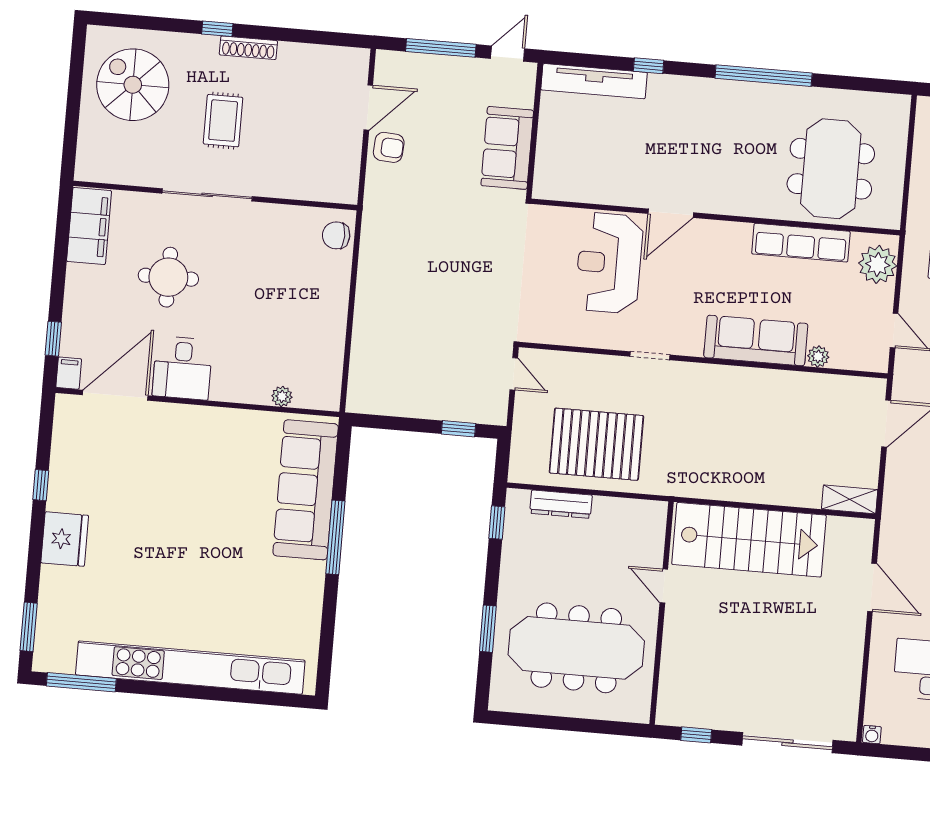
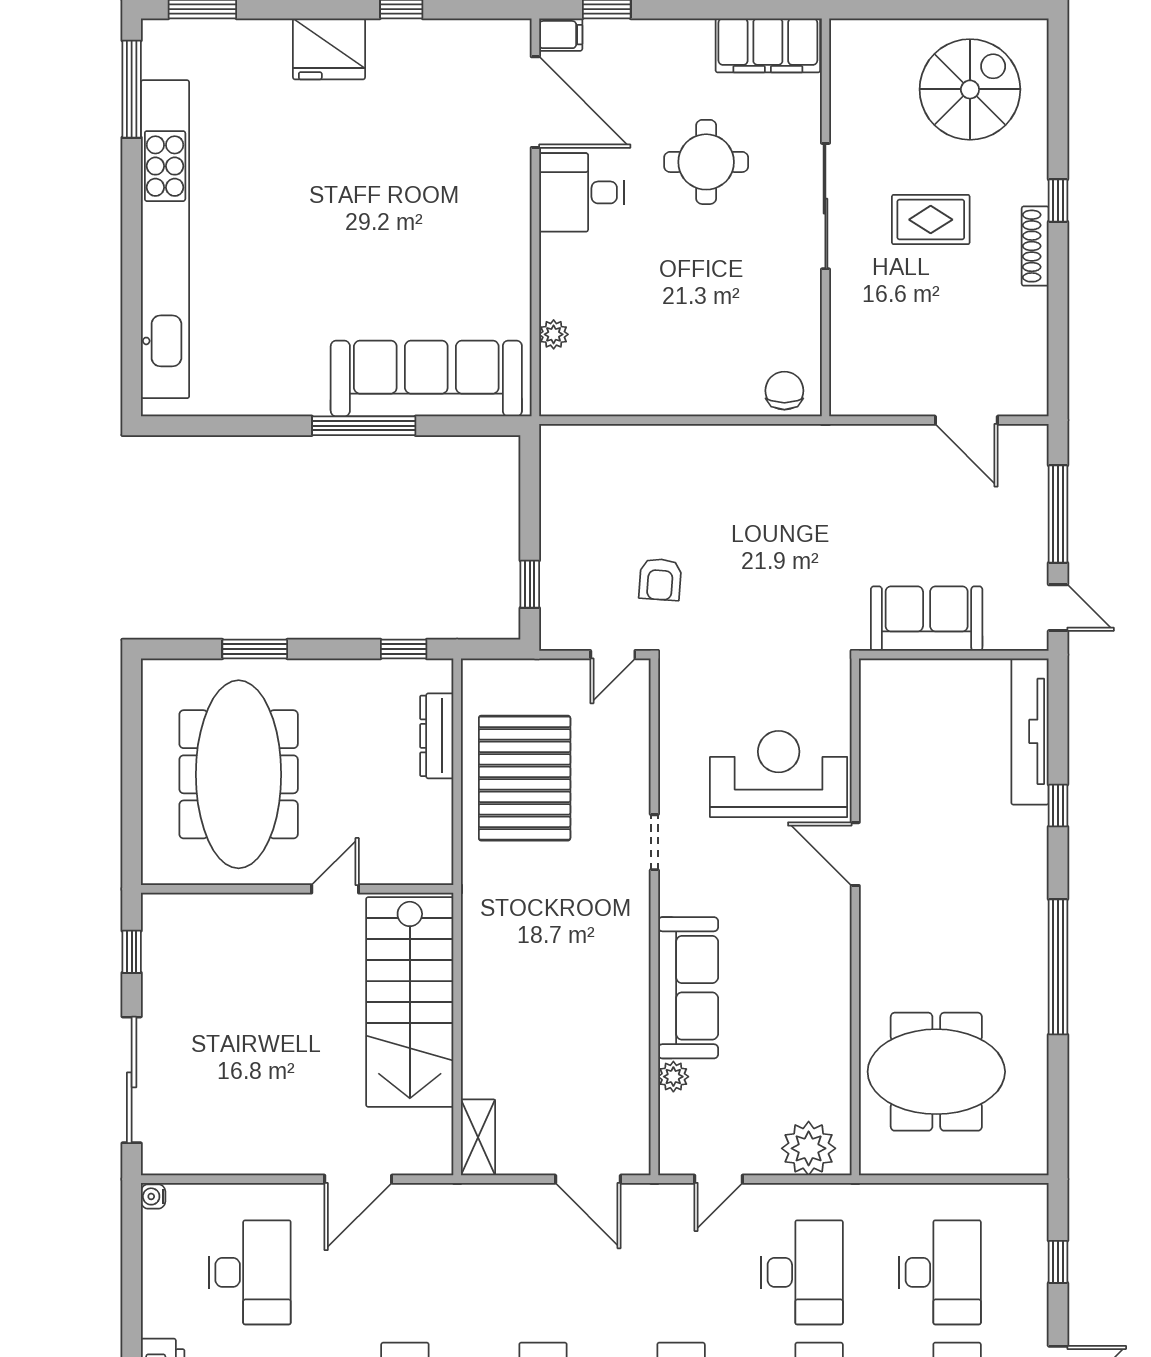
armchair: (389, 147) -> (660, 579), moved
row of seats: (801, 243) -> (830, 1039), removed

